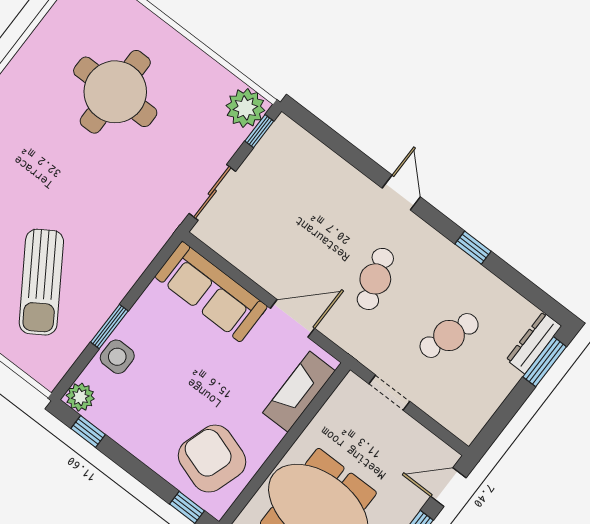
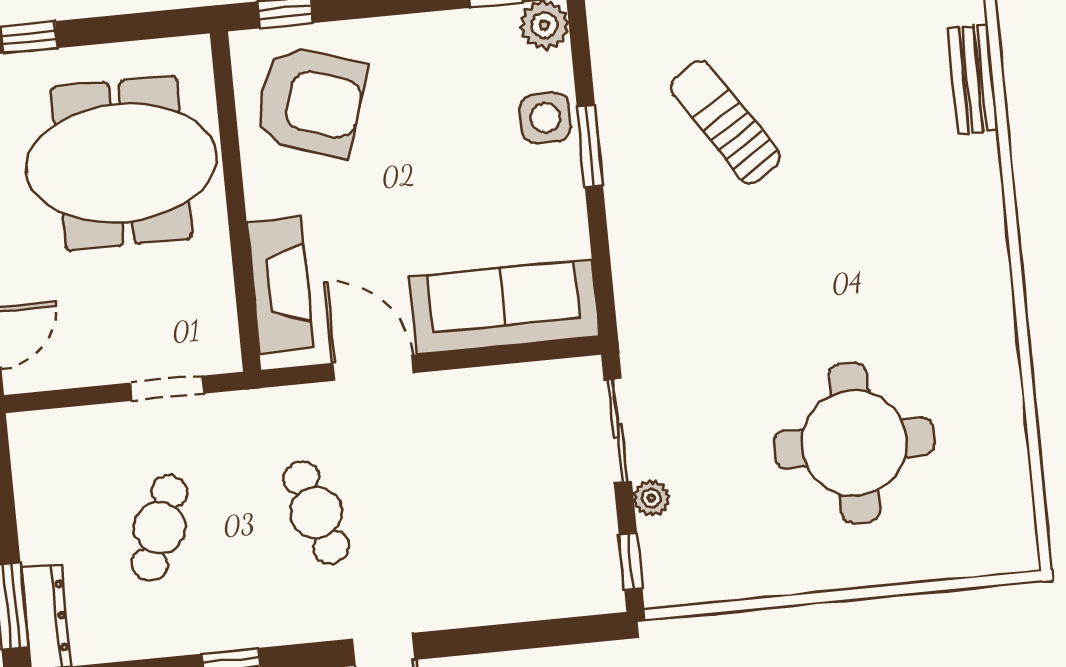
plant: (245, 108) -> (651, 498), moved, width x0.53, depth x0.53
sun lounger: (41, 282) -> (725, 122), width x0.73, depth x0.75
door: (293, 318) -> (373, 368), swing flipped

